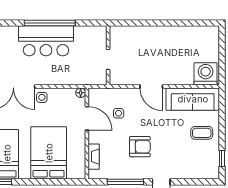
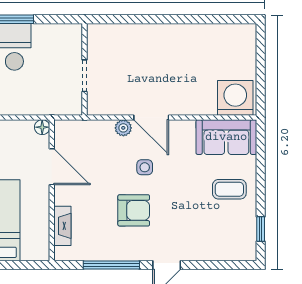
plant: (133, 93) -> (123, 128), added
sofa: (193, 99) -> (226, 137), width x0.73
side table: (119, 113) -> (145, 167), moved

